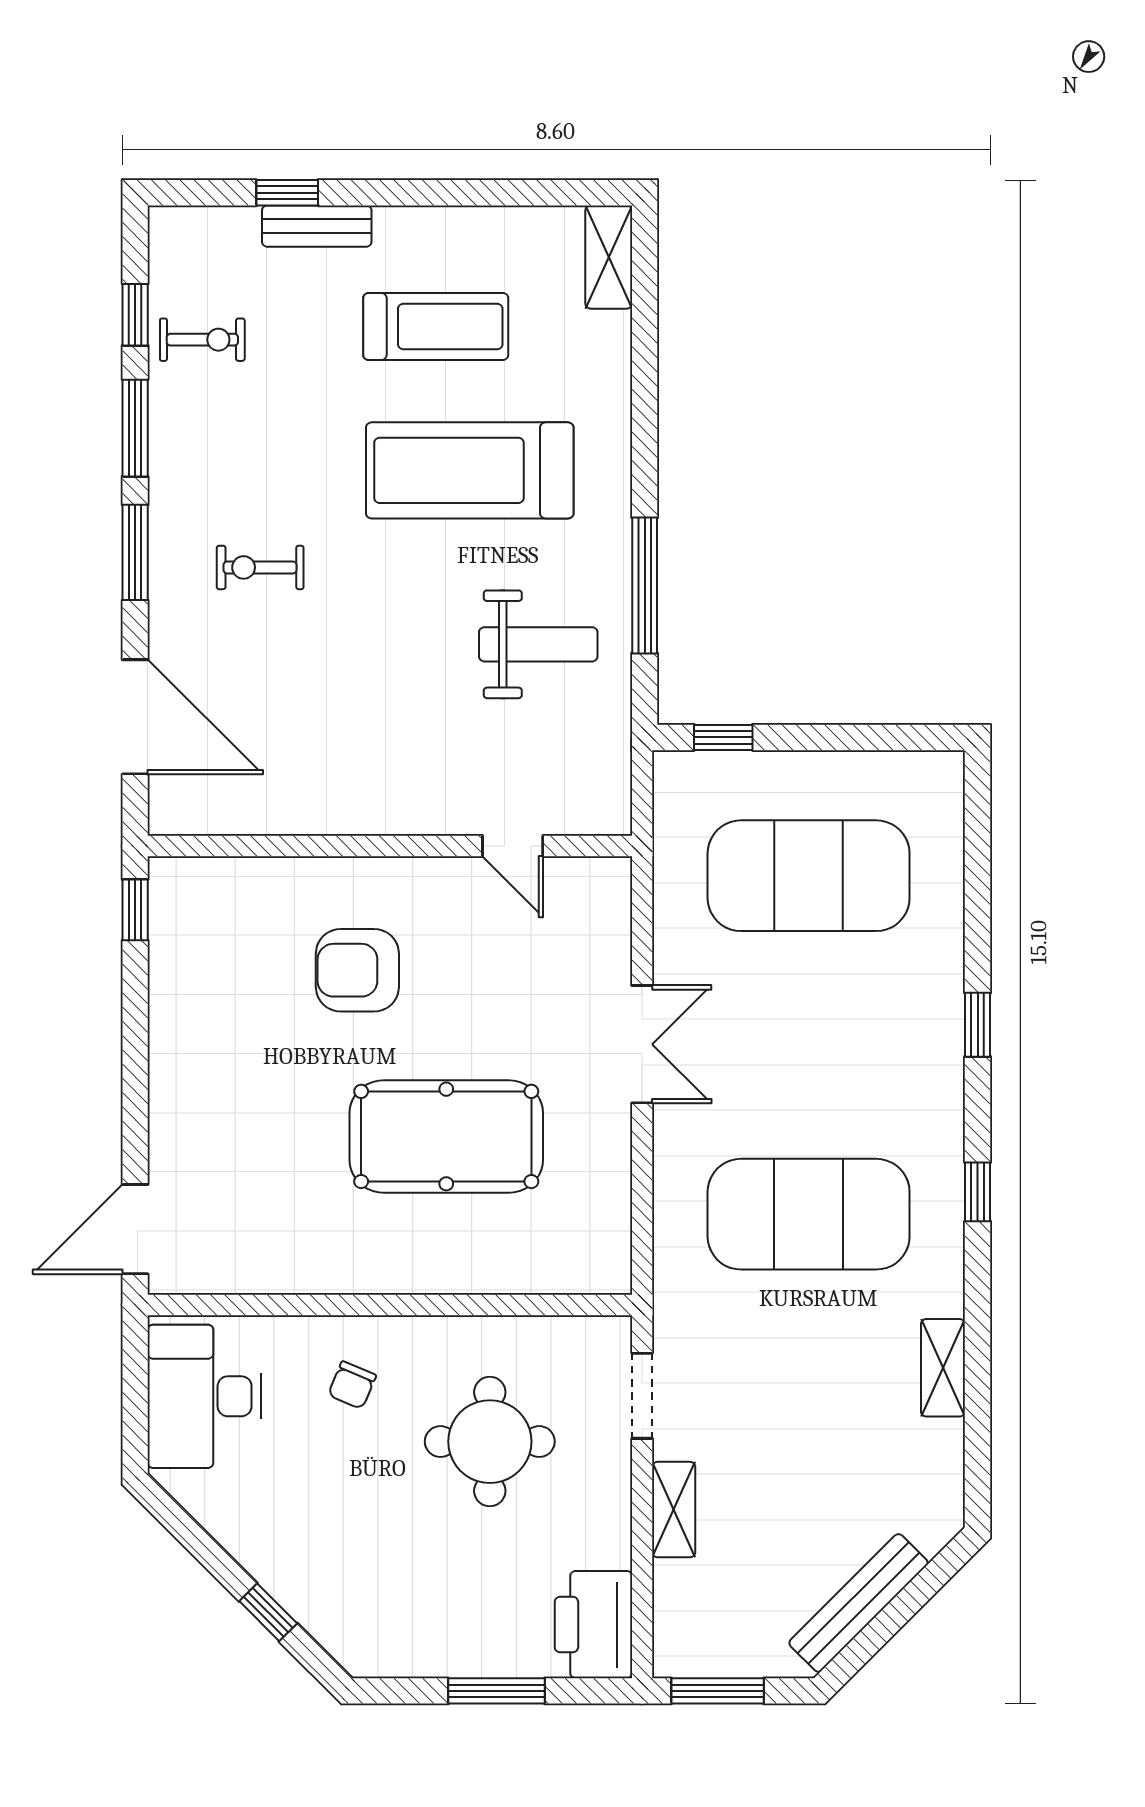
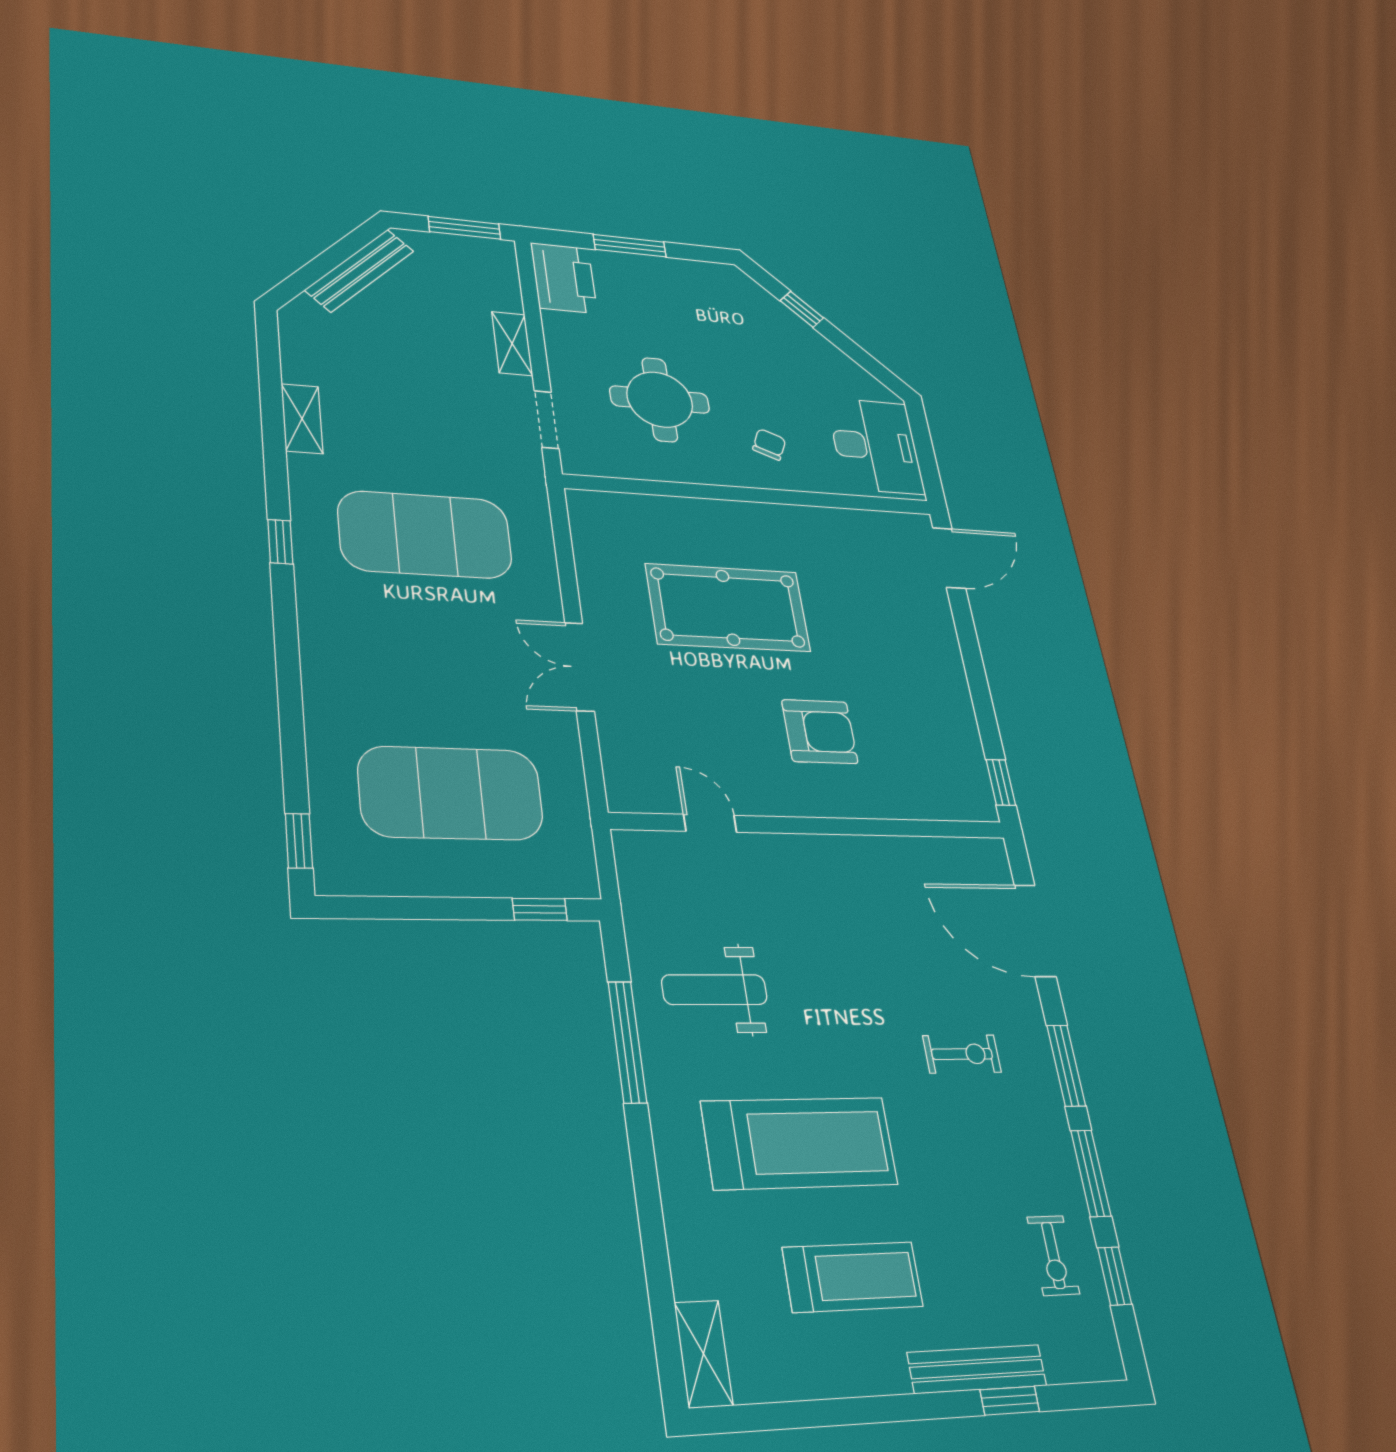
bench: (317, 226) -> (977, 1369), width x1.36
treadmill: (436, 326) -> (853, 1277), turned 180
exercise bike: (202, 340) -> (1053, 1255), turned -90
window: (978, 1025) -> (299, 841), moved

